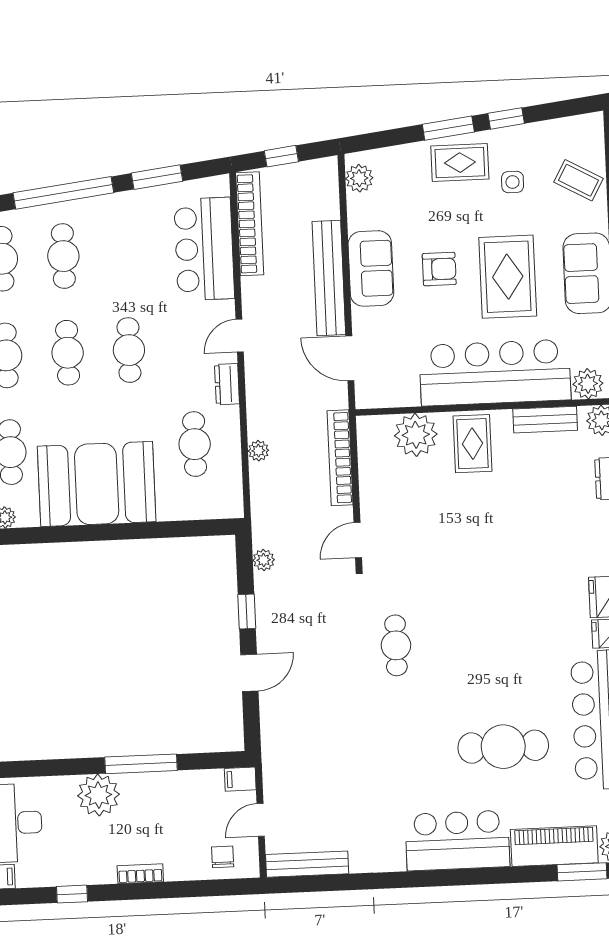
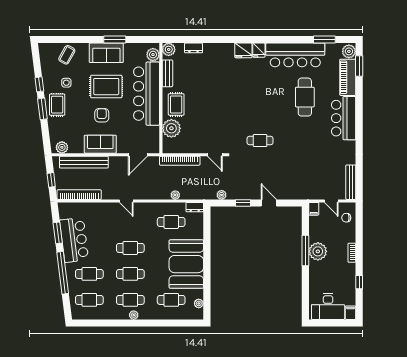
bar counter: (204, 249) -> (74, 240), moved, turned -97
bench: (329, 278) -> (84, 162), moved
dresser: (227, 384) -> (195, 207), moved
rug: (472, 444) -> (176, 104), turned 90
plant: (98, 795) -> (318, 251), moved

